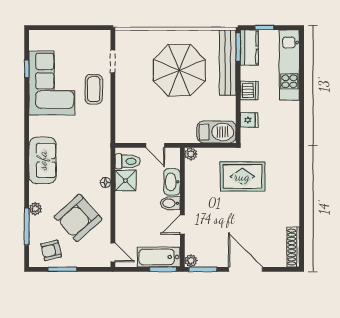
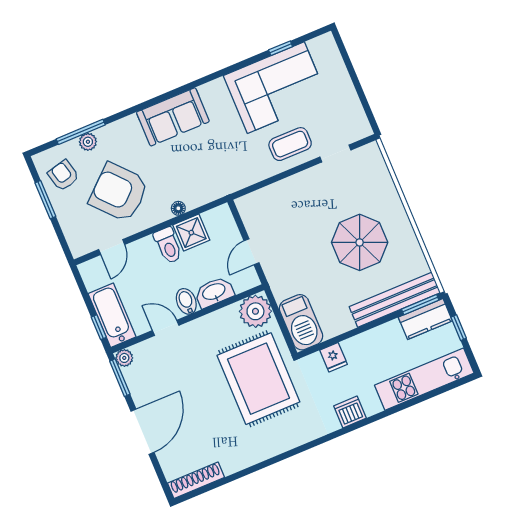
parasol: (179, 70) -> (360, 242), width x0.73, depth x0.73
dishwasher: (249, 90) -> (350, 412), moved, turned 180
plant: (191, 154) -> (255, 311), width x1.88, depth x1.88
toilet: (128, 161) -> (168, 245), moved
rug: (242, 176) -> (258, 379), width x1.37, depth x1.44
plant: (35, 209) -> (88, 142), moved
door: (113, 252) -> (112, 247), moved
window: (163, 269) -> (99, 327), width x0.67

